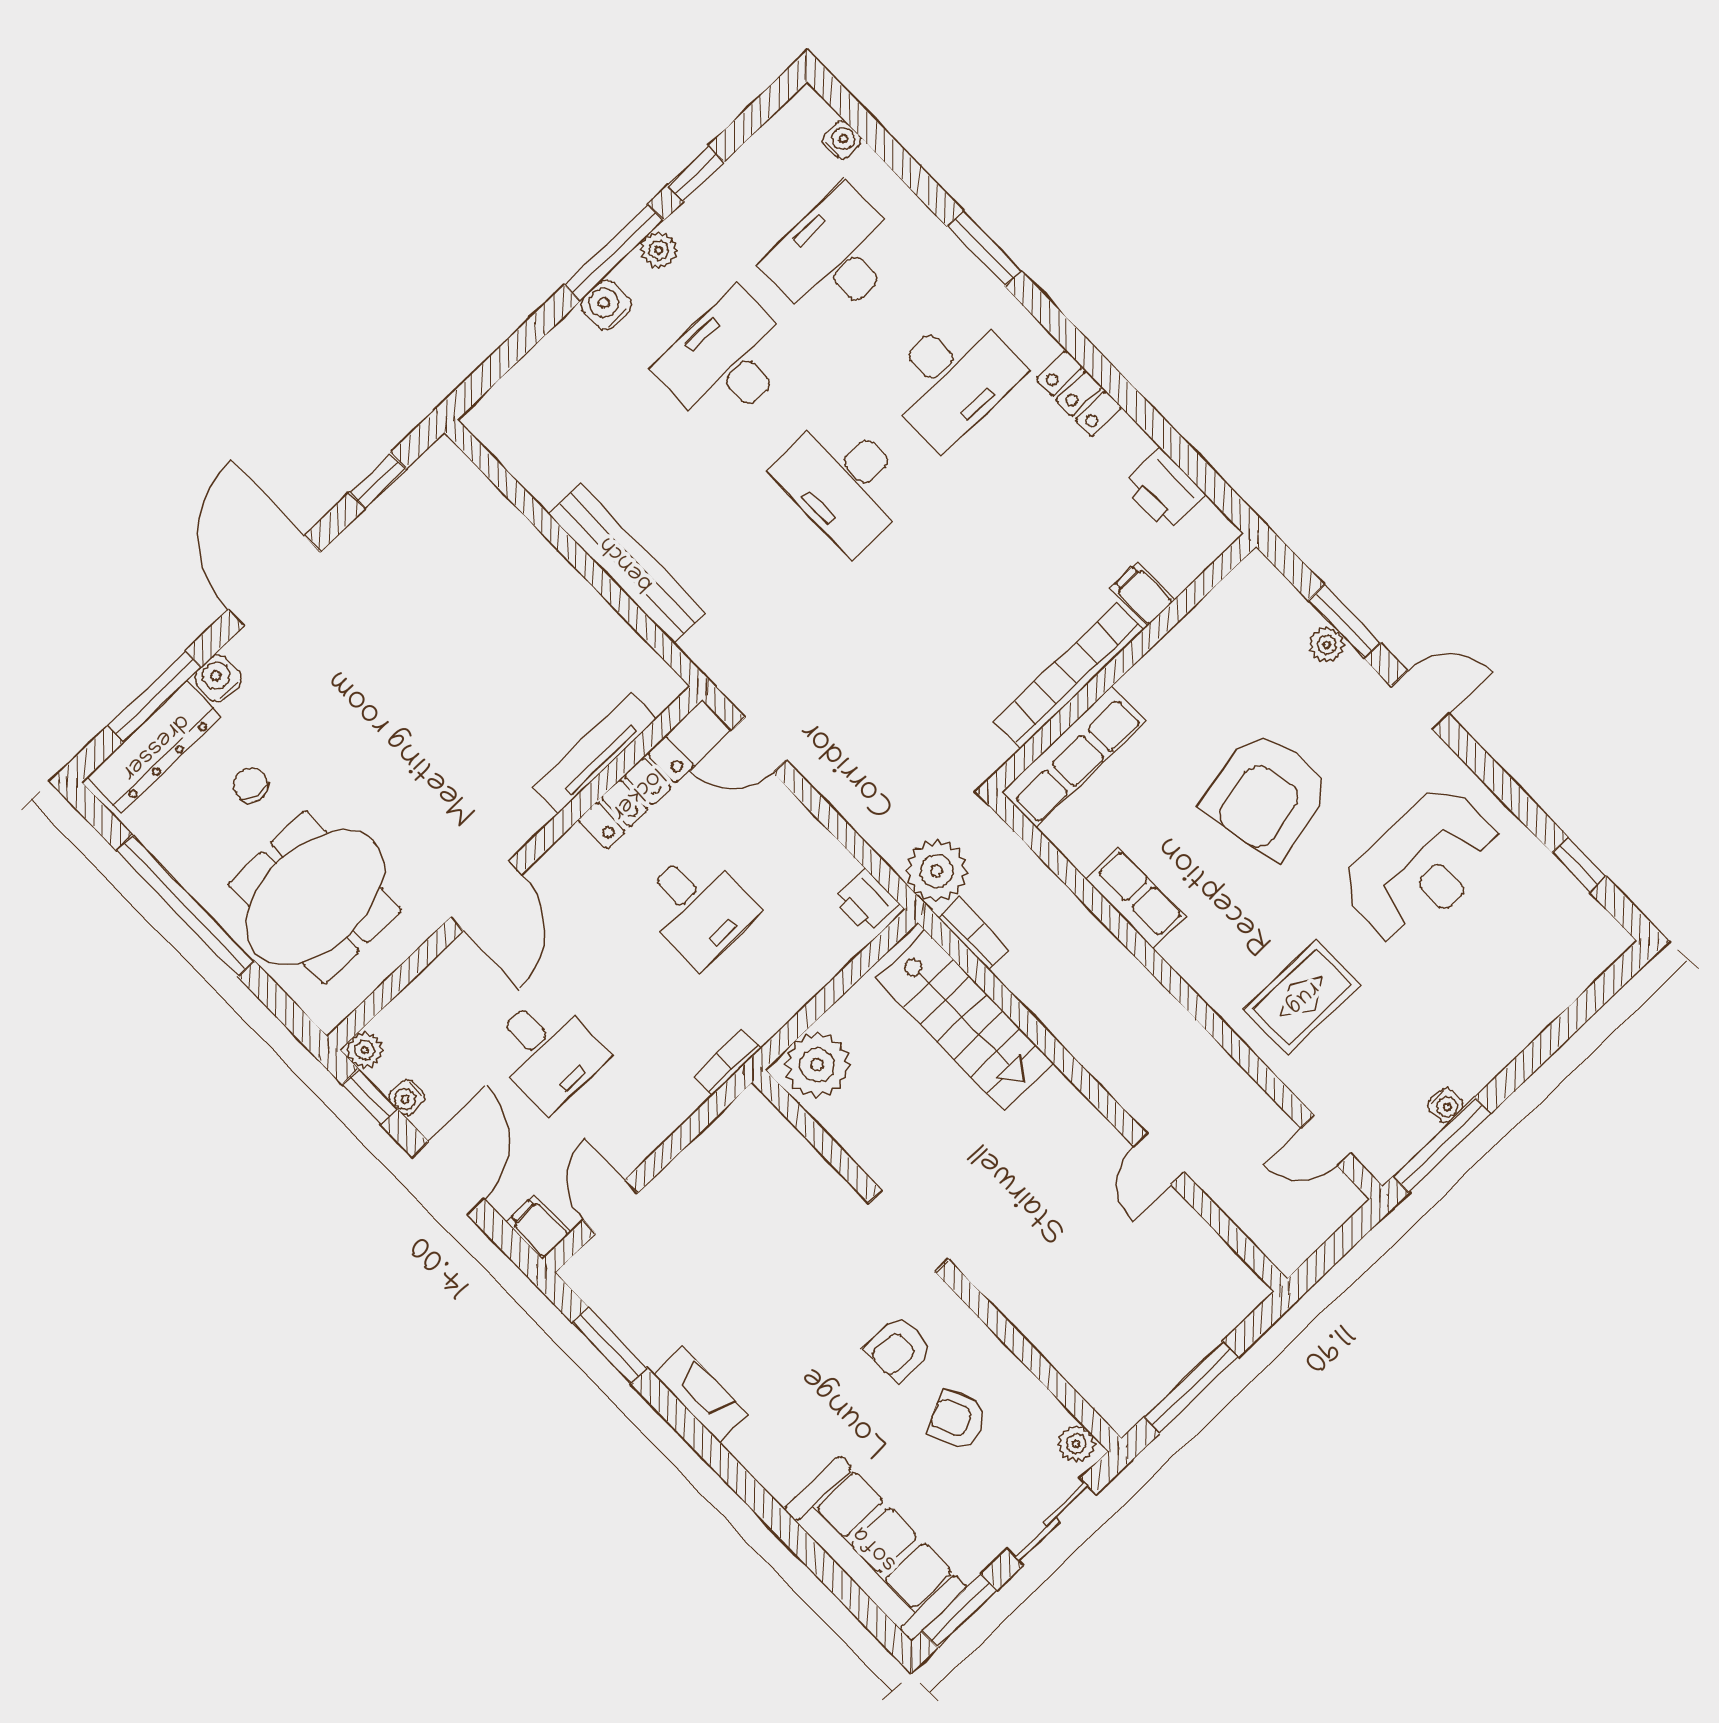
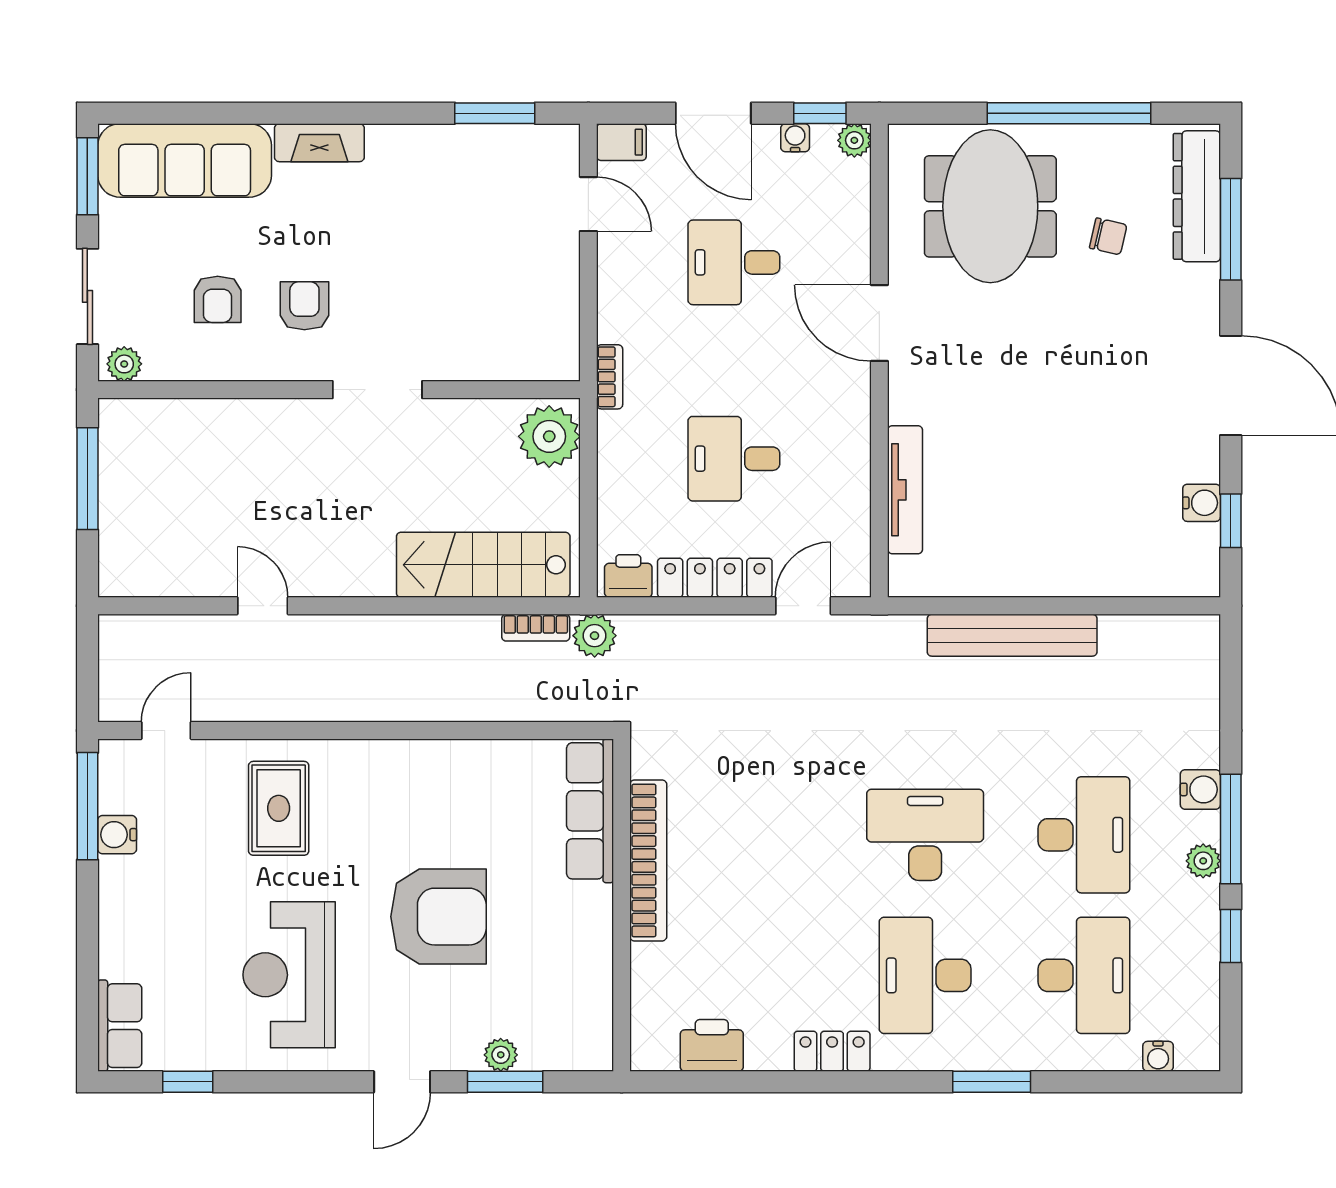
filing cabinet: (1142, 594) -> (655, 963), removed
water cooler: (218, 678) -> (1202, 503), moved
locker: (636, 793) -> (715, 578), moved, turned 90
armchair: (1267, 795) -> (438, 917), turned 101
plant: (936, 871) -> (595, 636), width x0.73, depth x0.73
row of seats: (1136, 898) -> (120, 1026), moved, turned -90
water cooler: (1446, 1105) -> (117, 835), width x1.38, depth x1.38
fireplace: (701, 1395) -> (319, 143), moved
armchair: (958, 1420) -> (218, 299), turned 114

